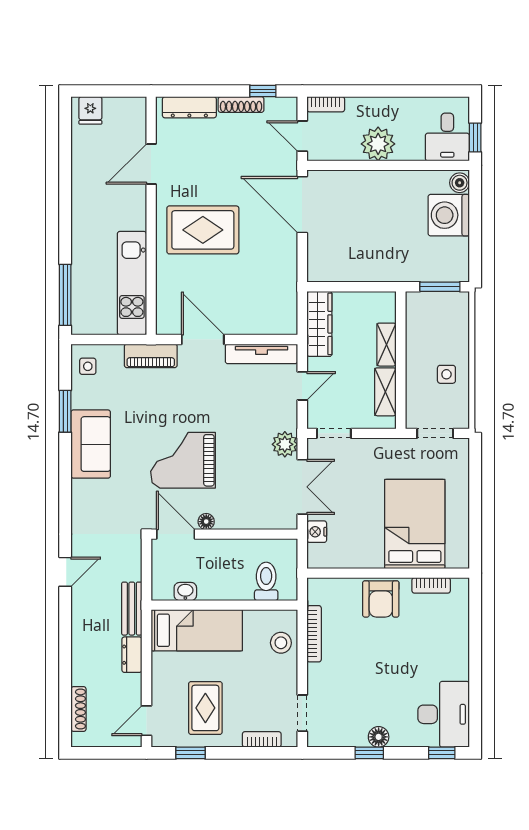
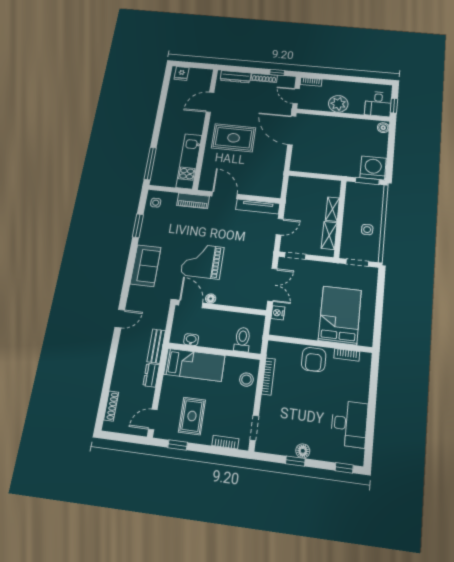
washing machine: (449, 215) -> (373, 168), moved, turned 90
wardrobe: (319, 324) -> (294, 194), removed
sofa: (91, 444) -> (146, 266), moved
plant: (285, 444) -> (265, 259), removed
desk: (444, 714) -> (349, 424), moved

